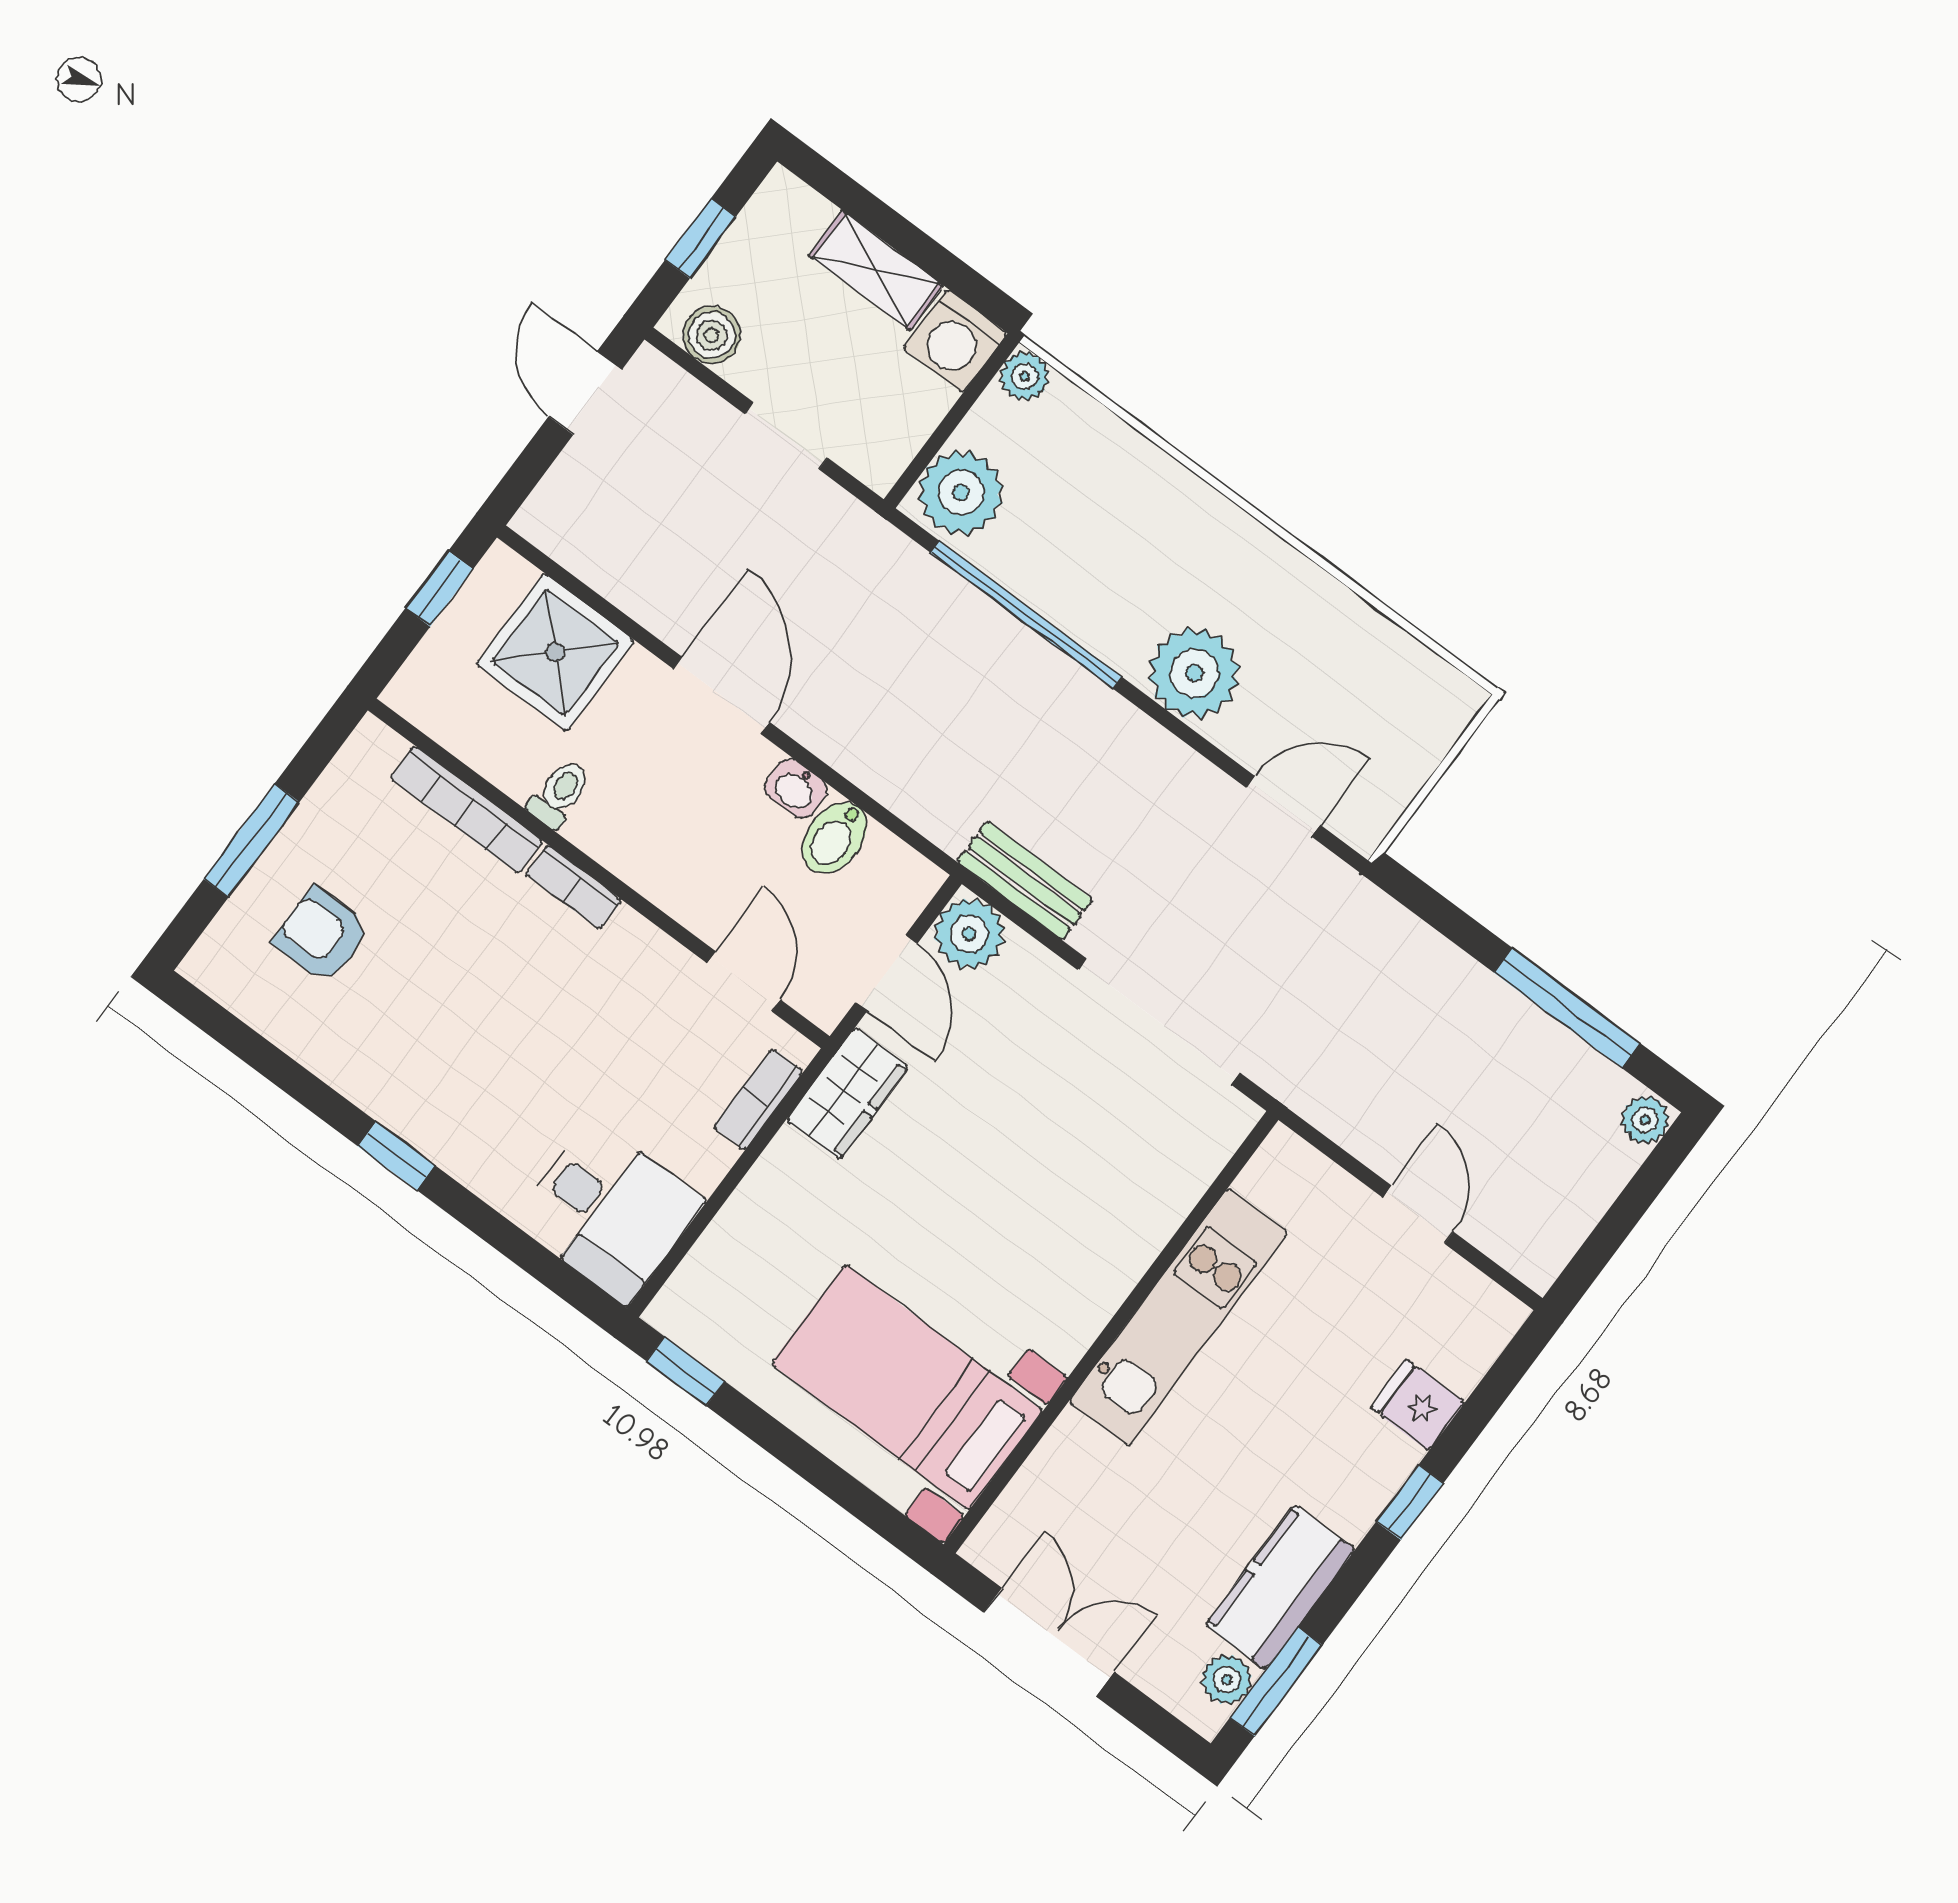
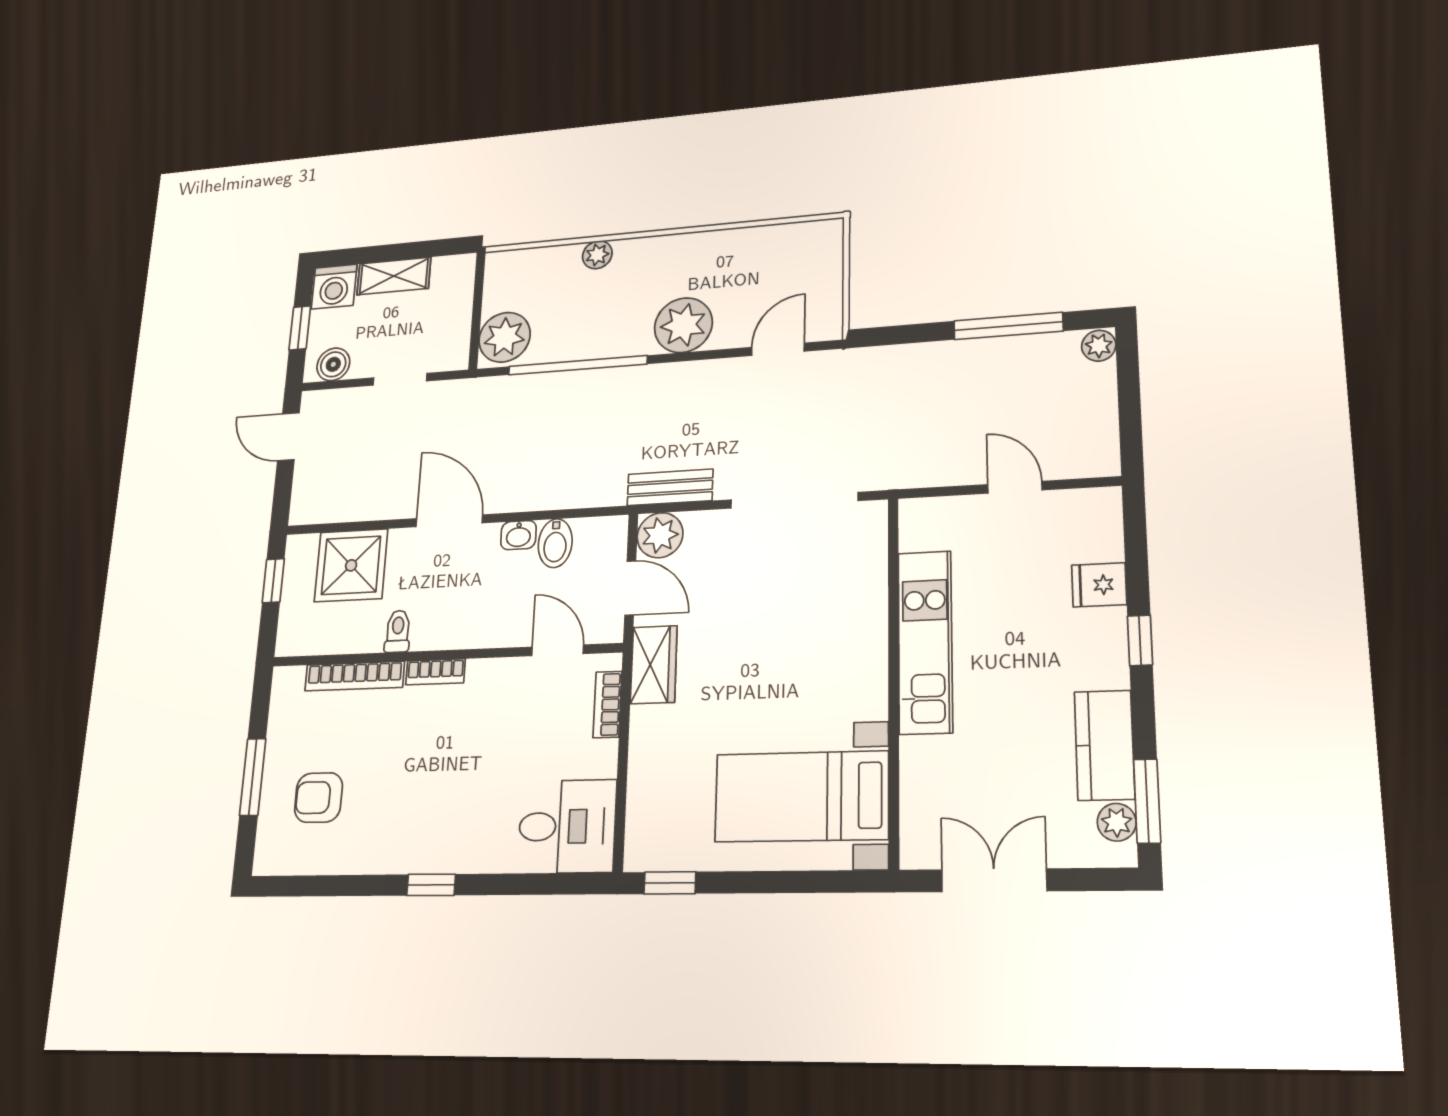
washing machine: (955, 341) -> (334, 287), moved
plant: (1025, 376) -> (597, 255), moved

